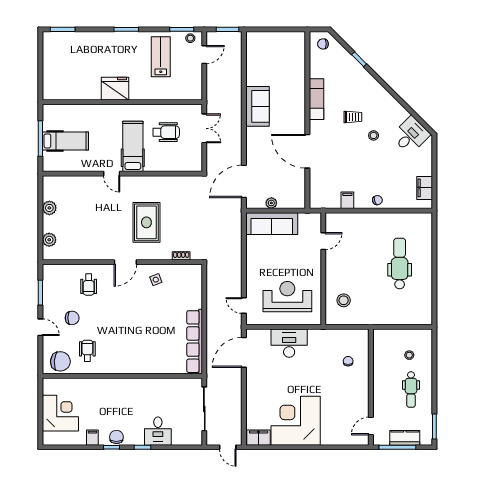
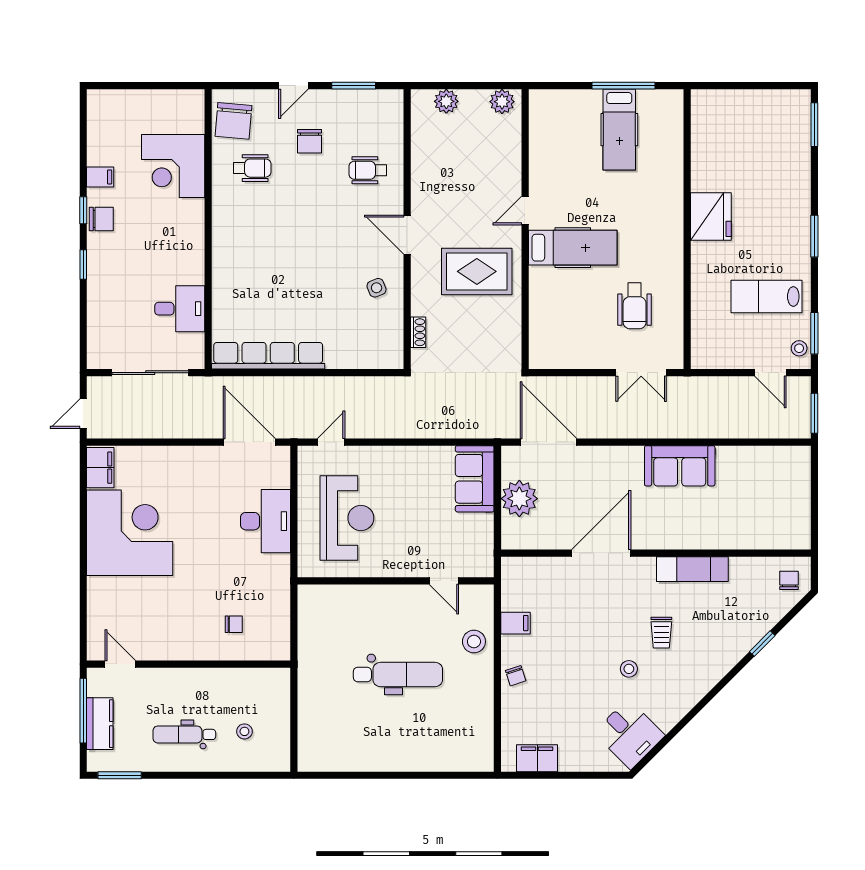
lab bench: (161, 57) -> (766, 296), turned 180
hospital bed: (133, 146) -> (573, 248), moved
door: (112, 174) -> (525, 211), moved
wall: (122, 174) -> (525, 229), moved
plant: (271, 203) -> (519, 499), width x1.87, depth x1.87
sofa: (272, 224) -> (475, 479), width x0.73
dental chair: (400, 263) -> (398, 674), moved
stool: (344, 300) -> (474, 642), moved
corner desk: (60, 413) -> (173, 166), moved, turned 90
desk: (158, 431) -> (180, 309), moved, turned 180

